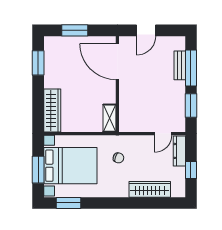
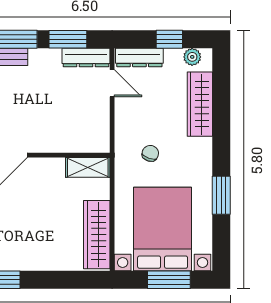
wardrobe: (52, 111) -> (97, 235), moved, turned -90
dresser: (179, 117) -> (86, 58), added
plant: (180, 185) -> (192, 57), added
window: (69, 203) -> (221, 195), moved

